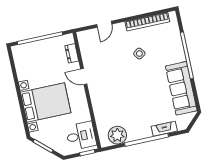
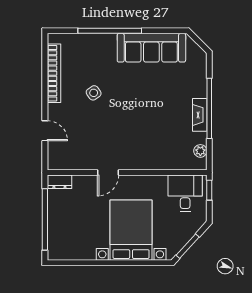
dresser: (72, 53) -> (59, 182), moved
fireplace: (164, 129) -> (200, 115), moved
plant: (117, 135) -> (200, 151), width x0.53, depth x0.53

